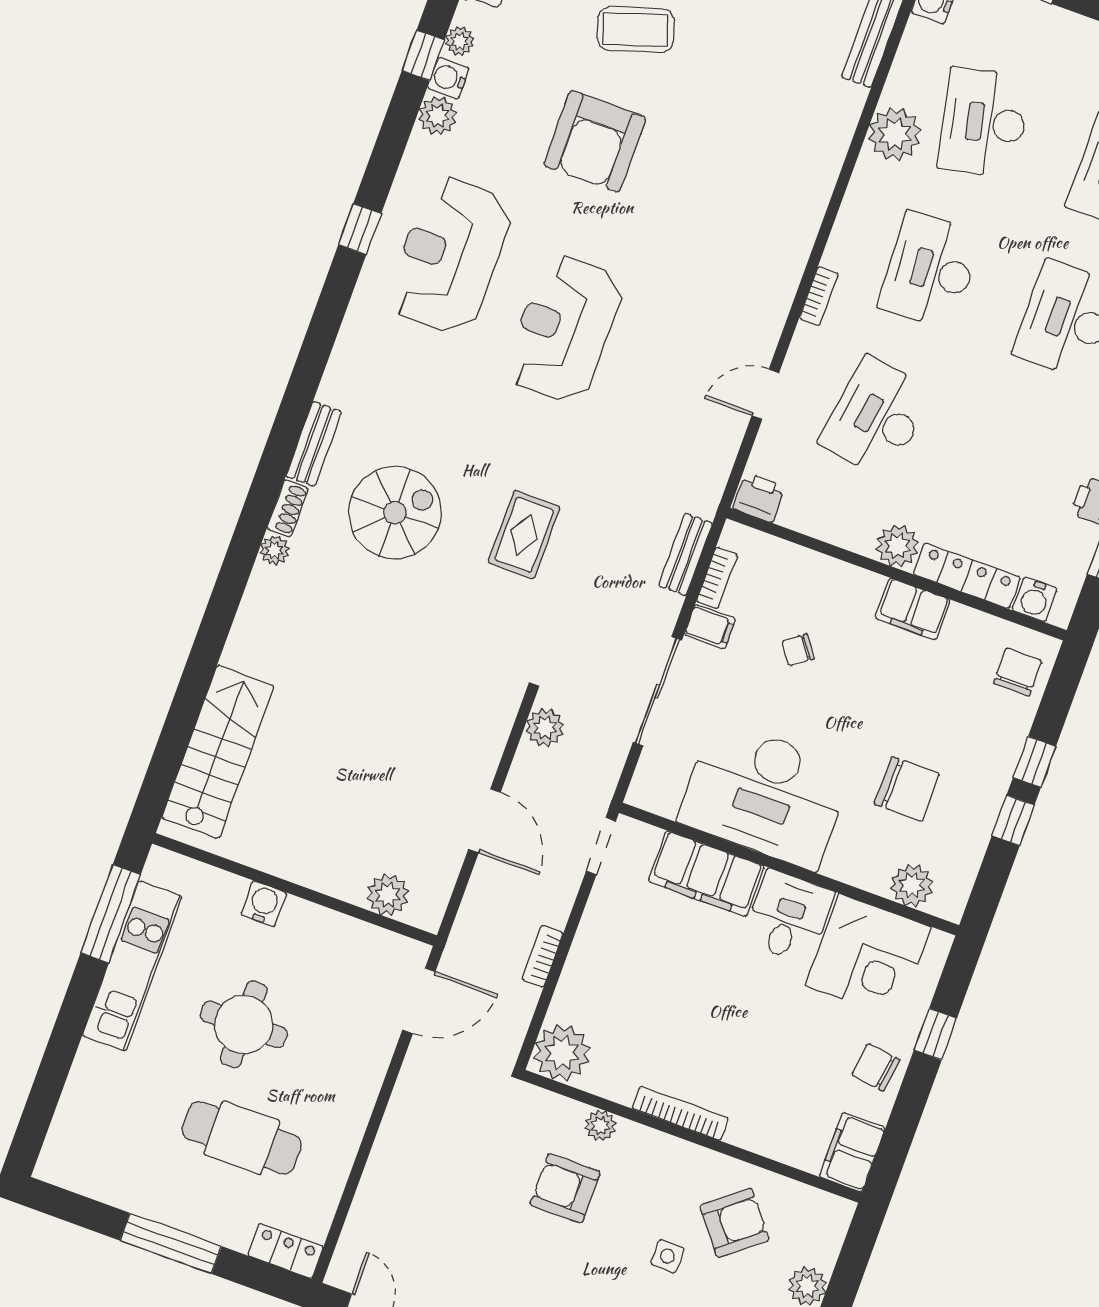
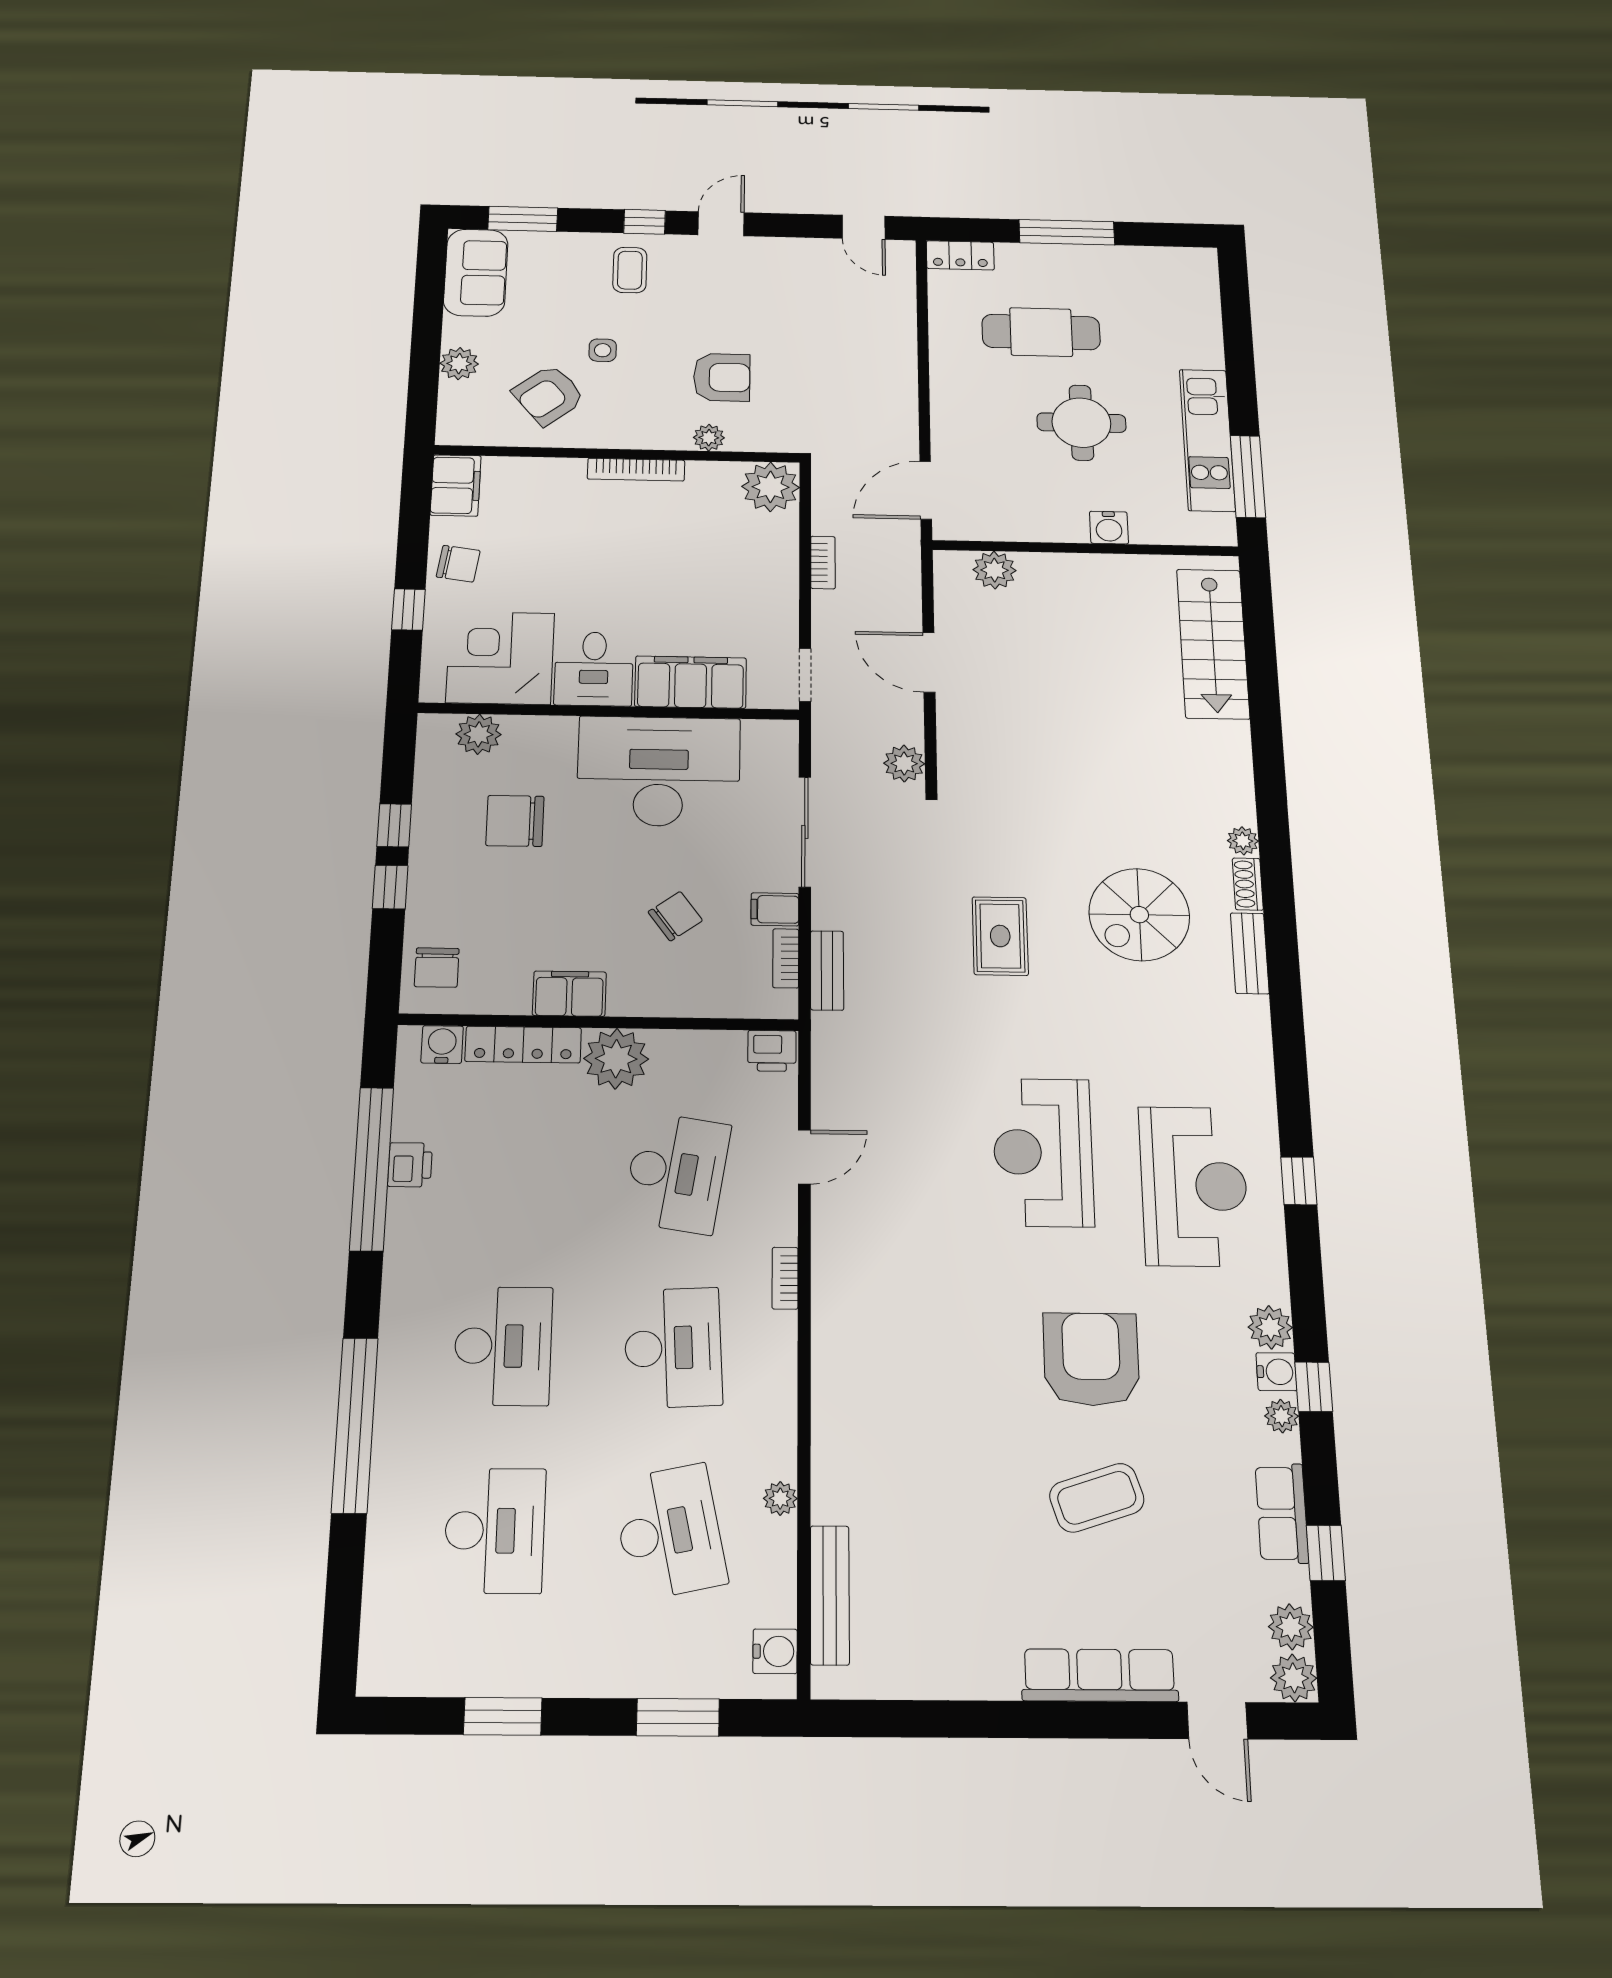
plant: (895, 134) -> (780, 1499), width x0.53, depth x0.53
reception desk: (564, 329) -> (1043, 1152), turned 180
plant: (897, 546) -> (616, 1059), width x1.36, depth x1.36
chair: (798, 650) -> (675, 916), width x1.37, depth x1.37

